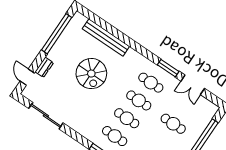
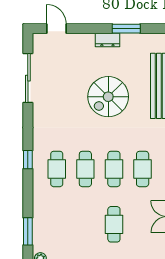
window: (57, 34) -> (126, 29), width x0.47
dresser: (44, 67) -> (107, 40), moved
door: (27, 77) -> (56, 29), hinge flipped

